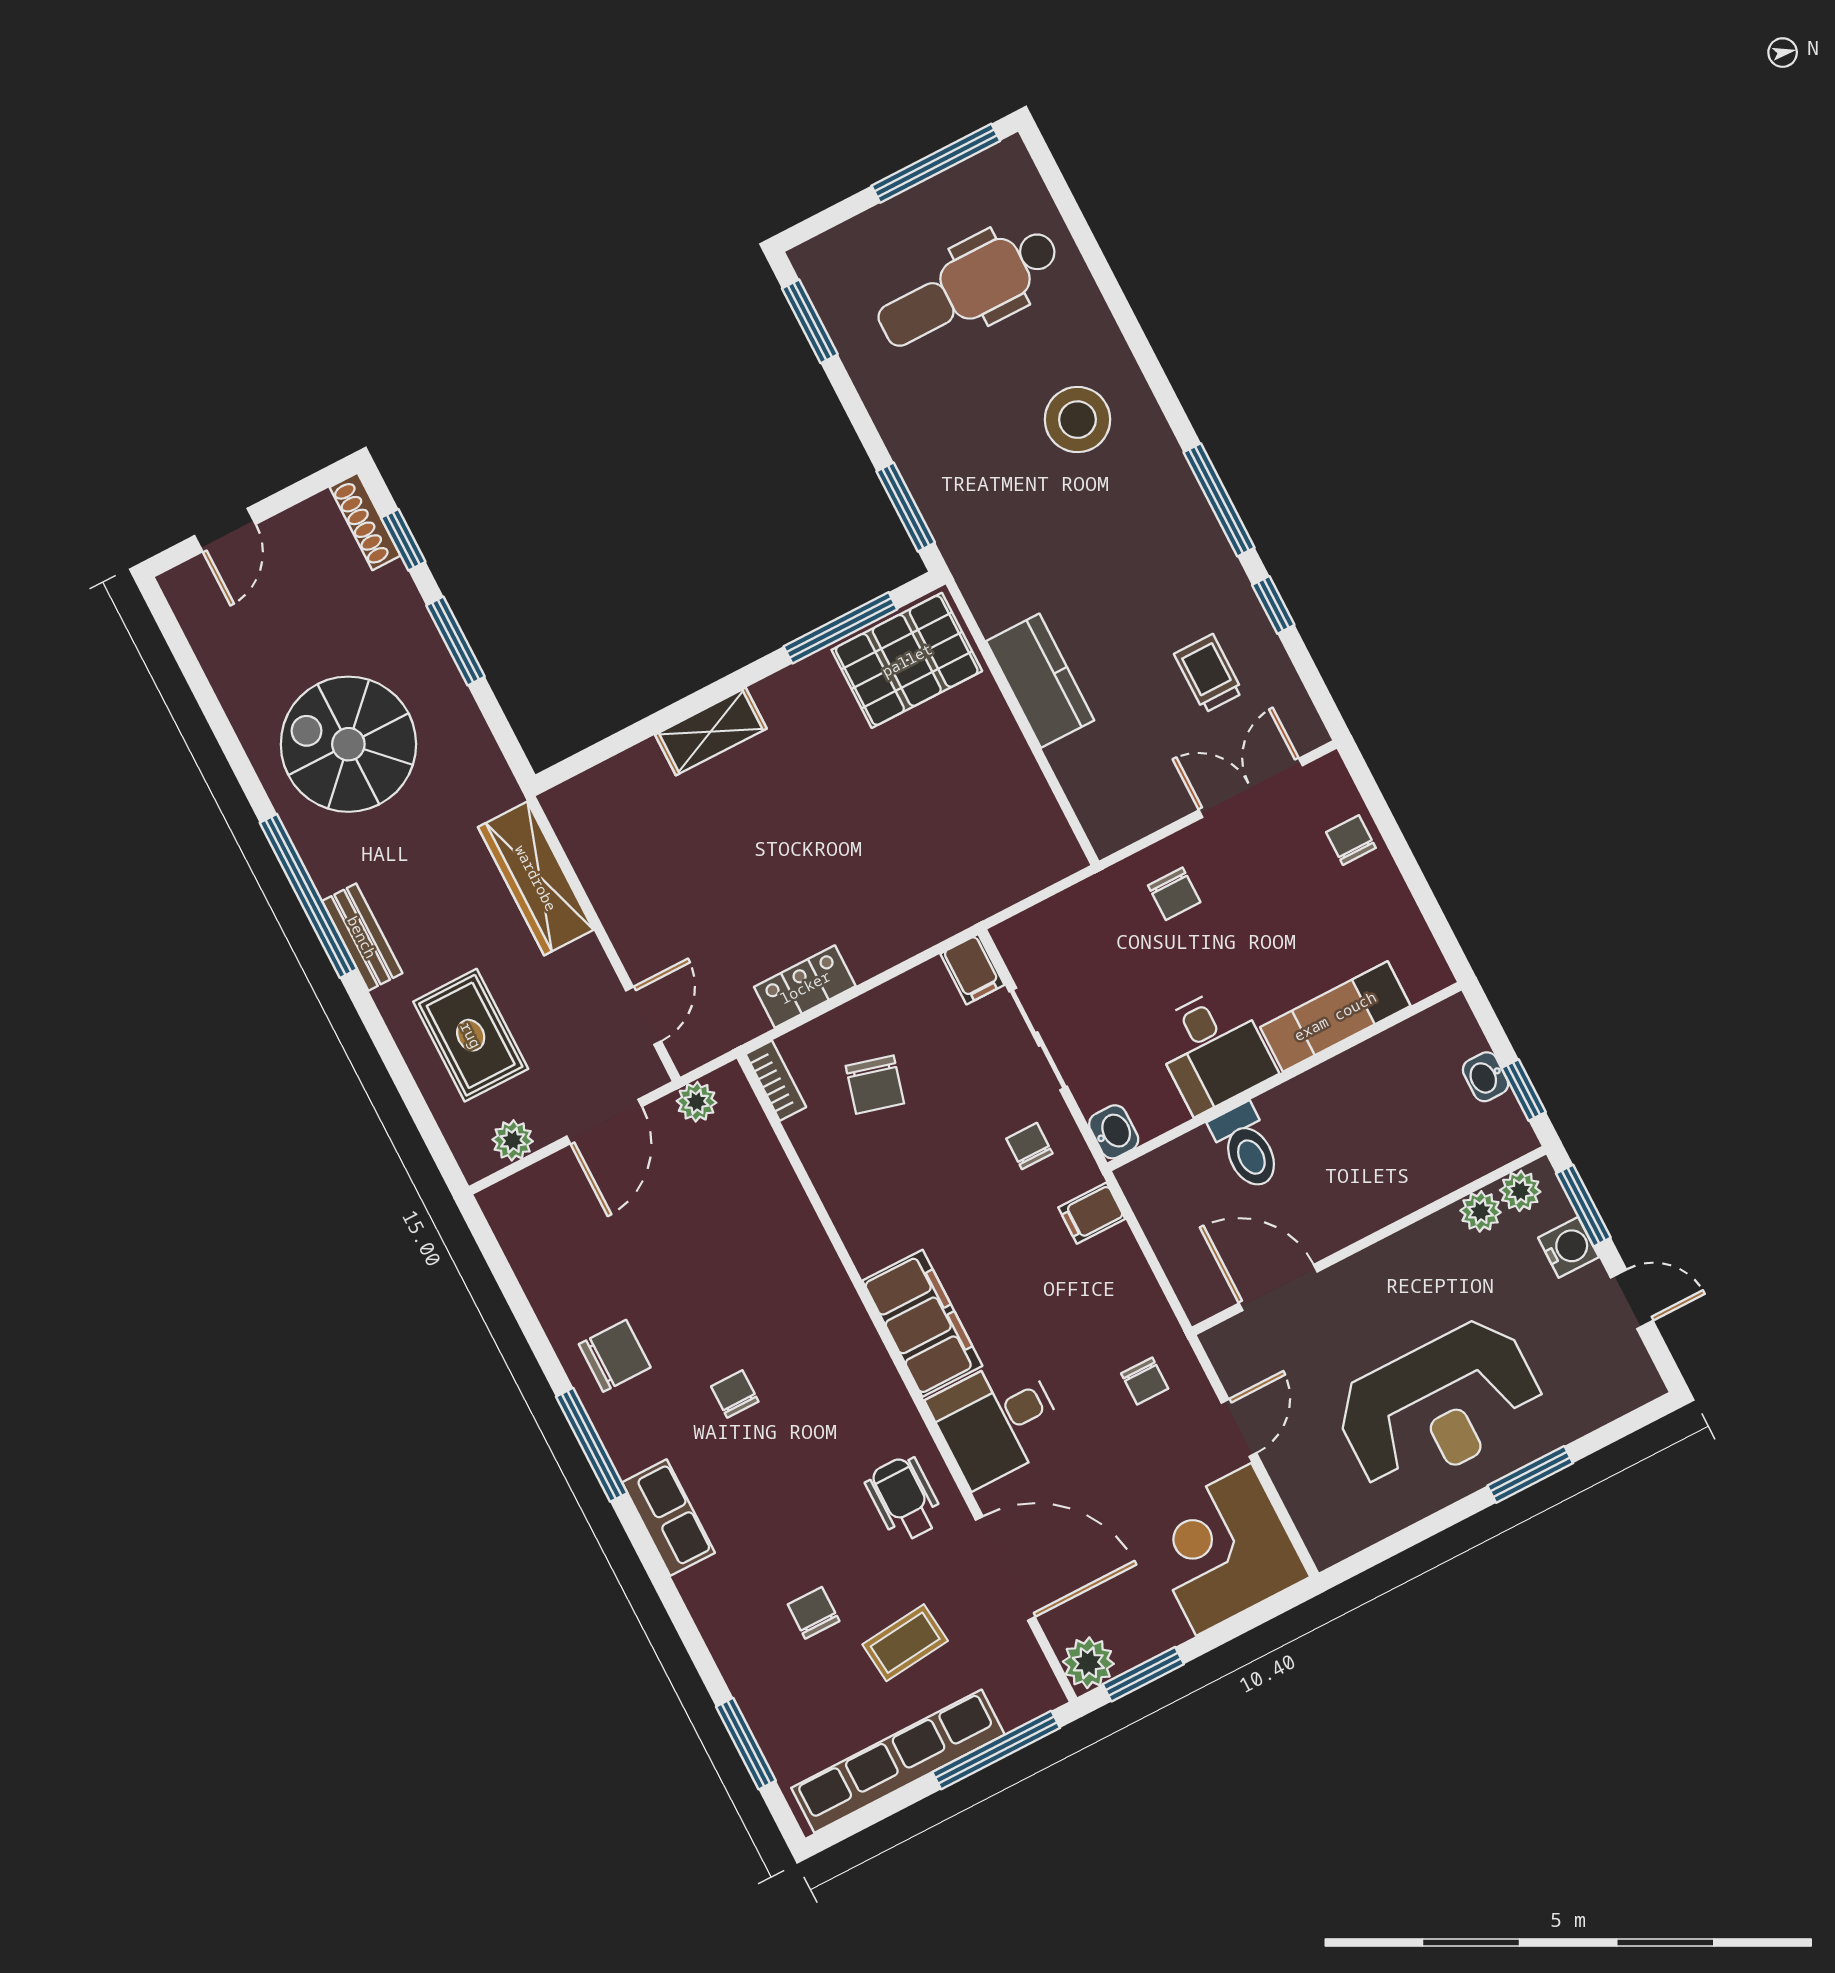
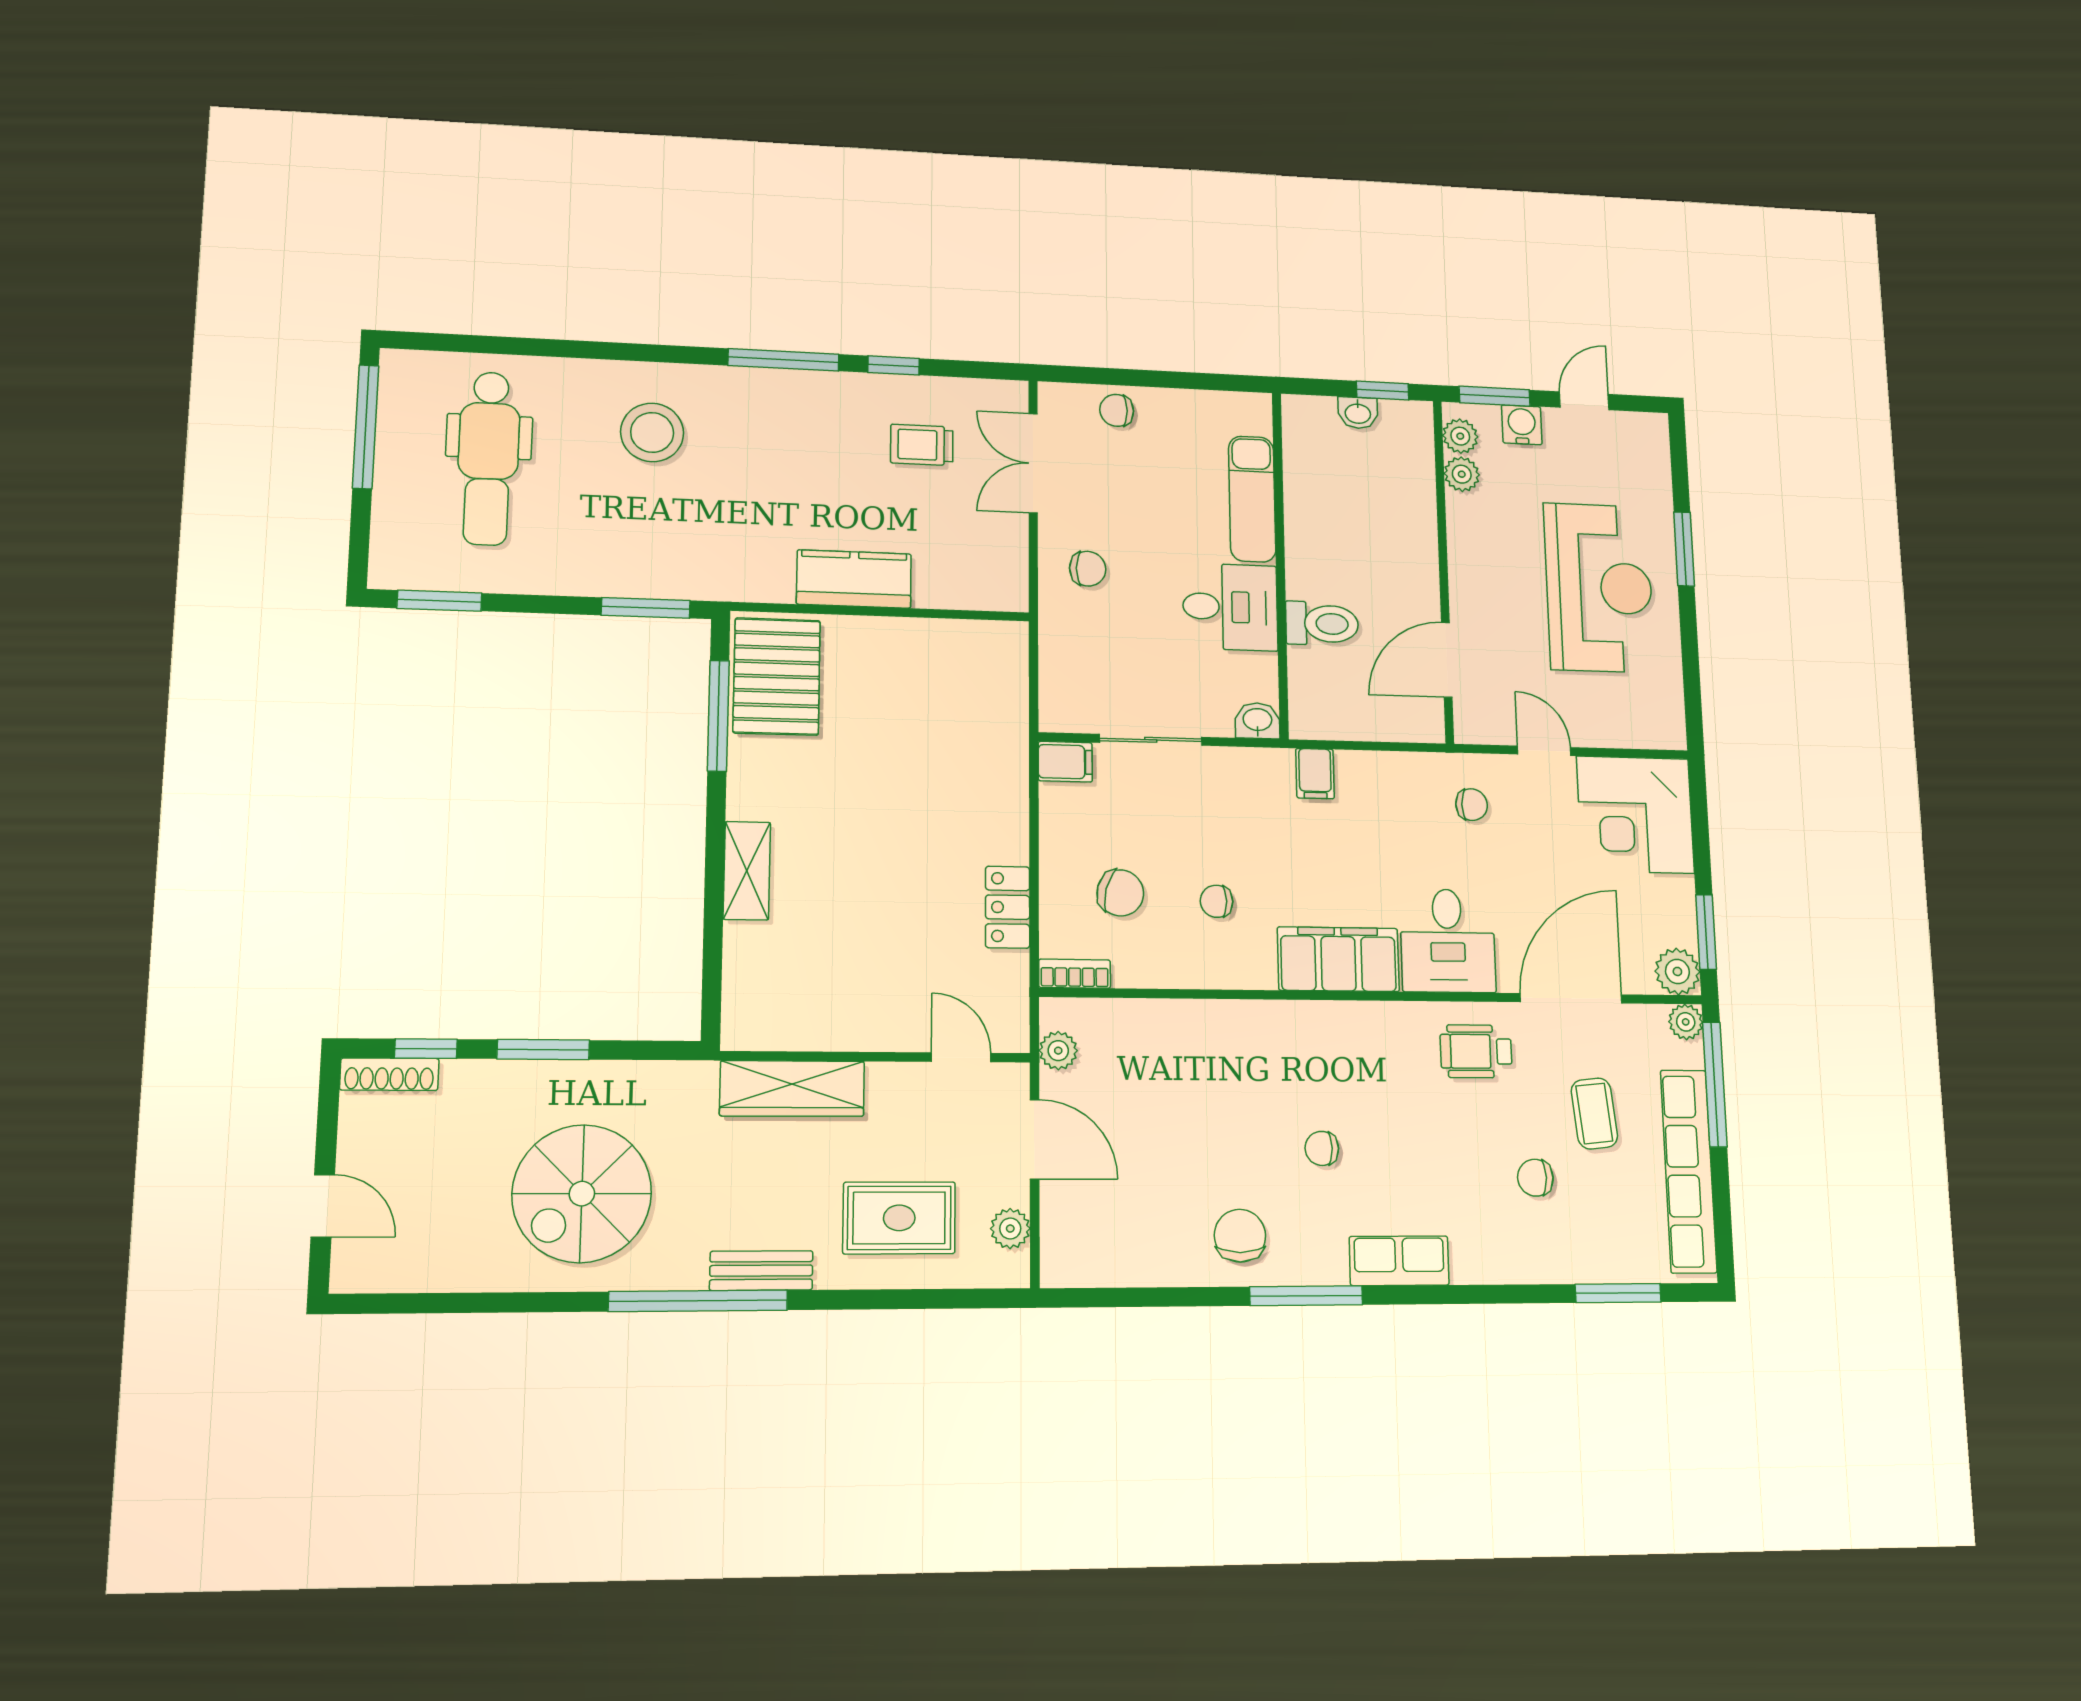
chair: (1029, 1146) -> (1217, 901), moved
plant: (1043, 1693) -> (1686, 1022), added

